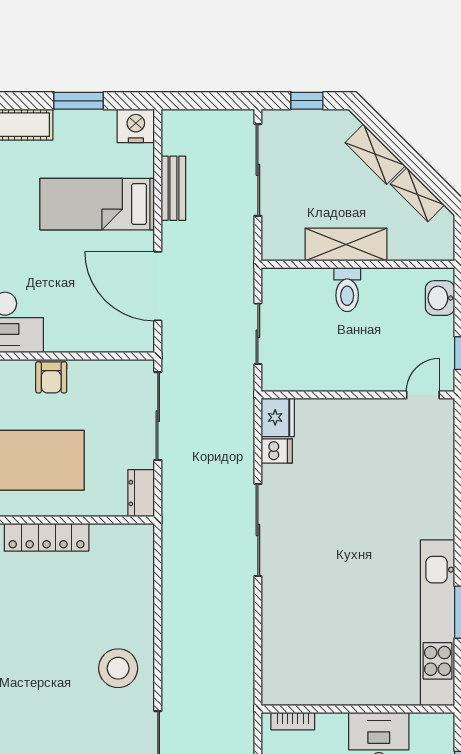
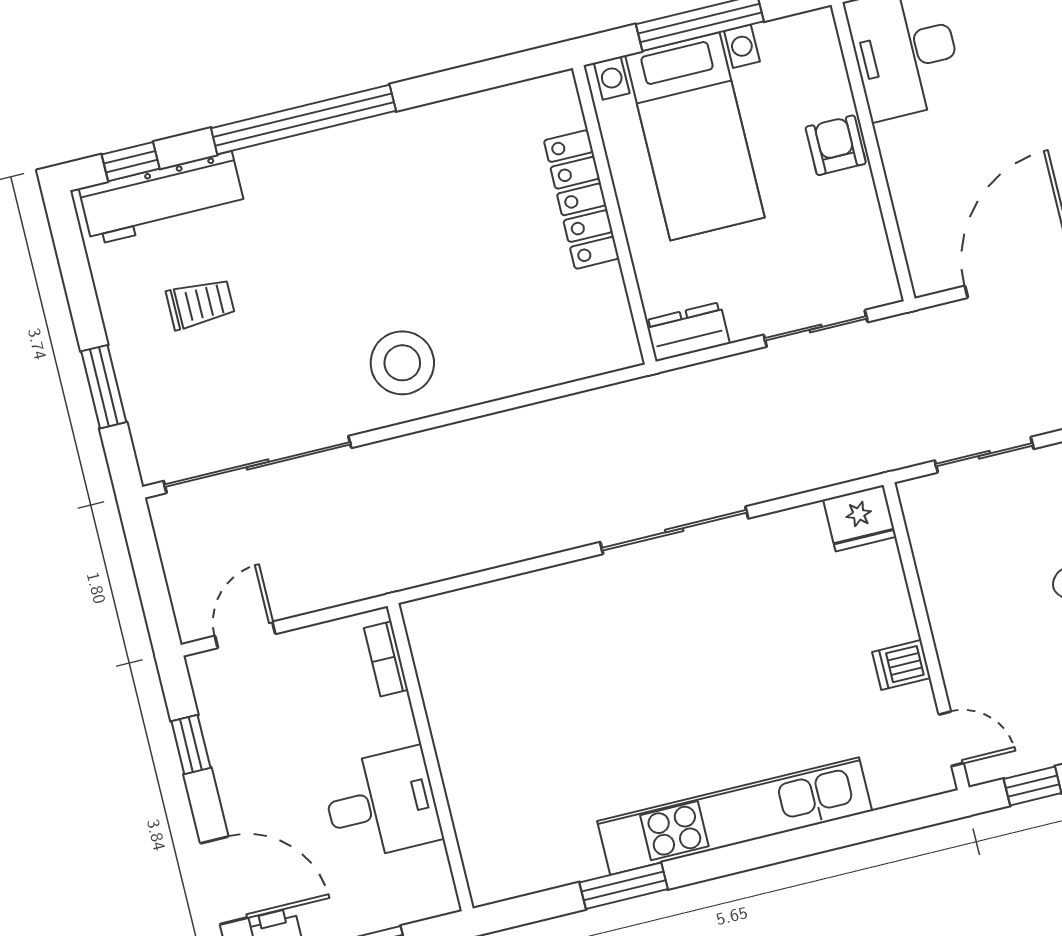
armchair: (51, 377) -> (836, 145), turned 90
sliding door: (158, 416) -> (816, 328), width x0.73
dishwasher: (277, 451) -> (901, 665), moved, turned 90
kitchen unit: (438, 623) -> (735, 816), moved

